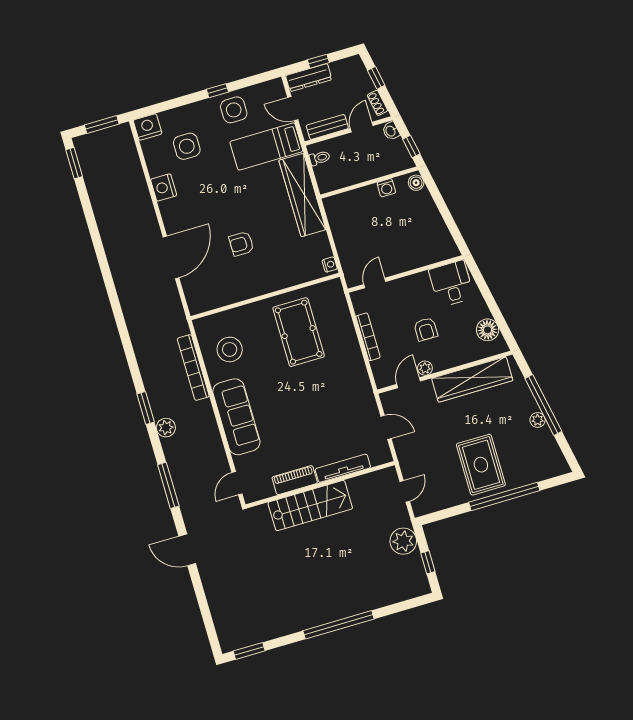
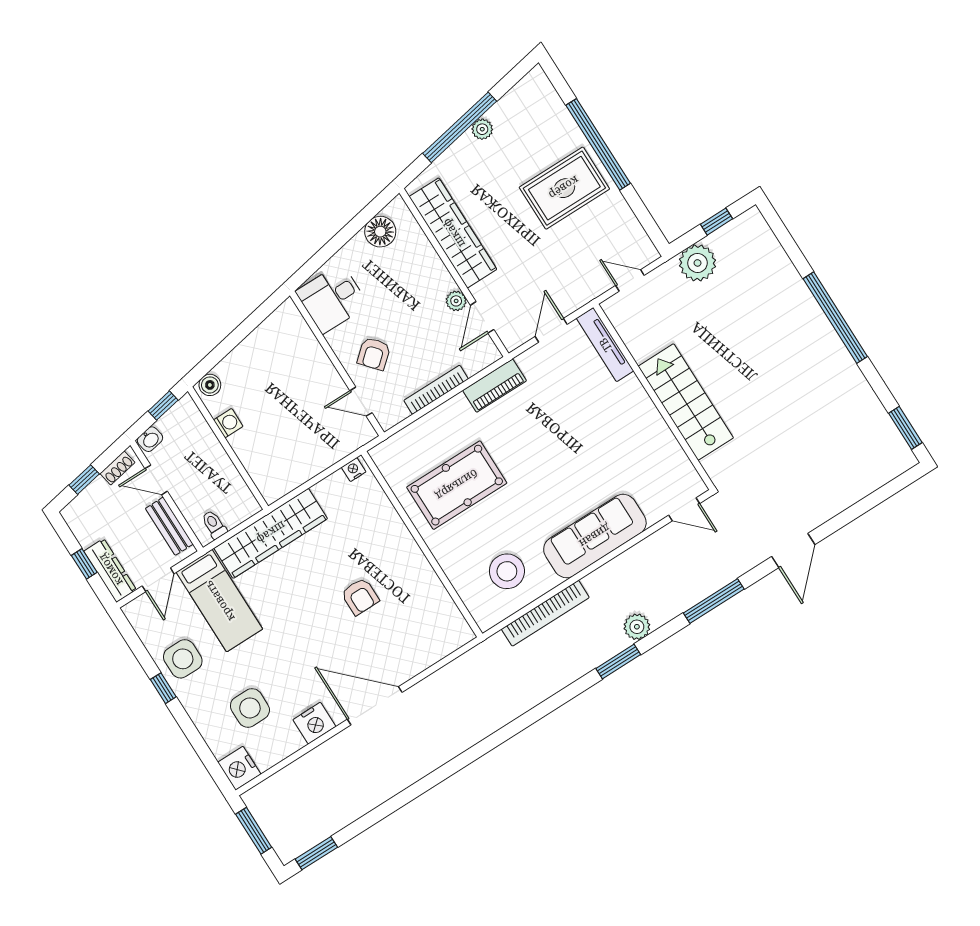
door: (171, 257) -> (375, 706), moved
armchair: (426, 329) -> (374, 354), moved, turned 139
door: (409, 383) -> (482, 317), hinge flipped
tv unit: (343, 468) -> (605, 345), moved
piano: (295, 480) -> (495, 386), moved, turned -90

